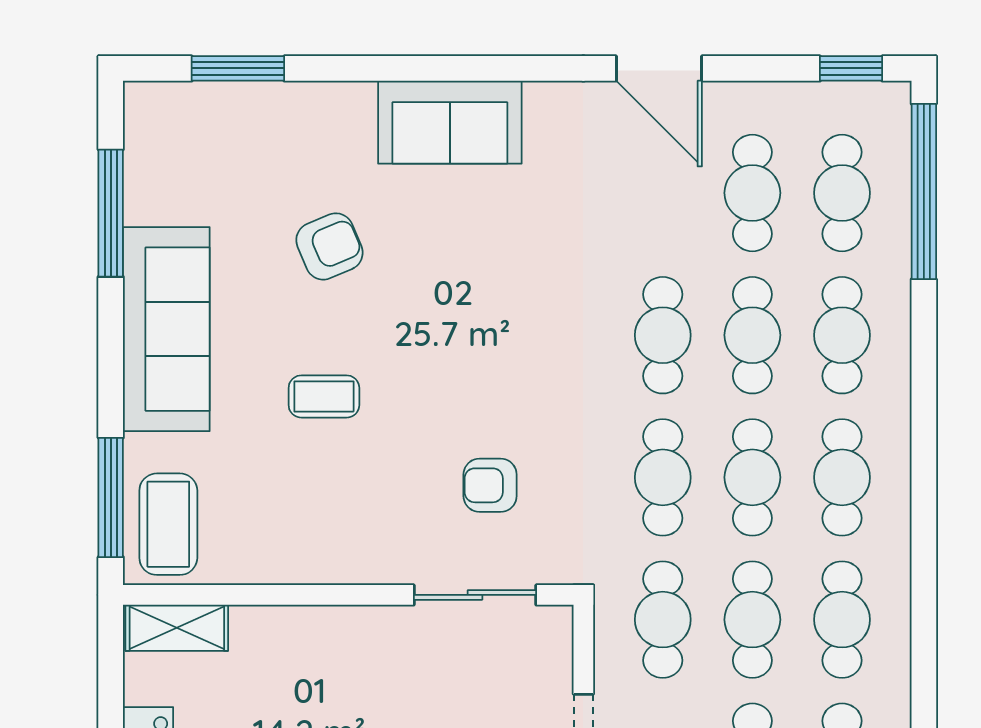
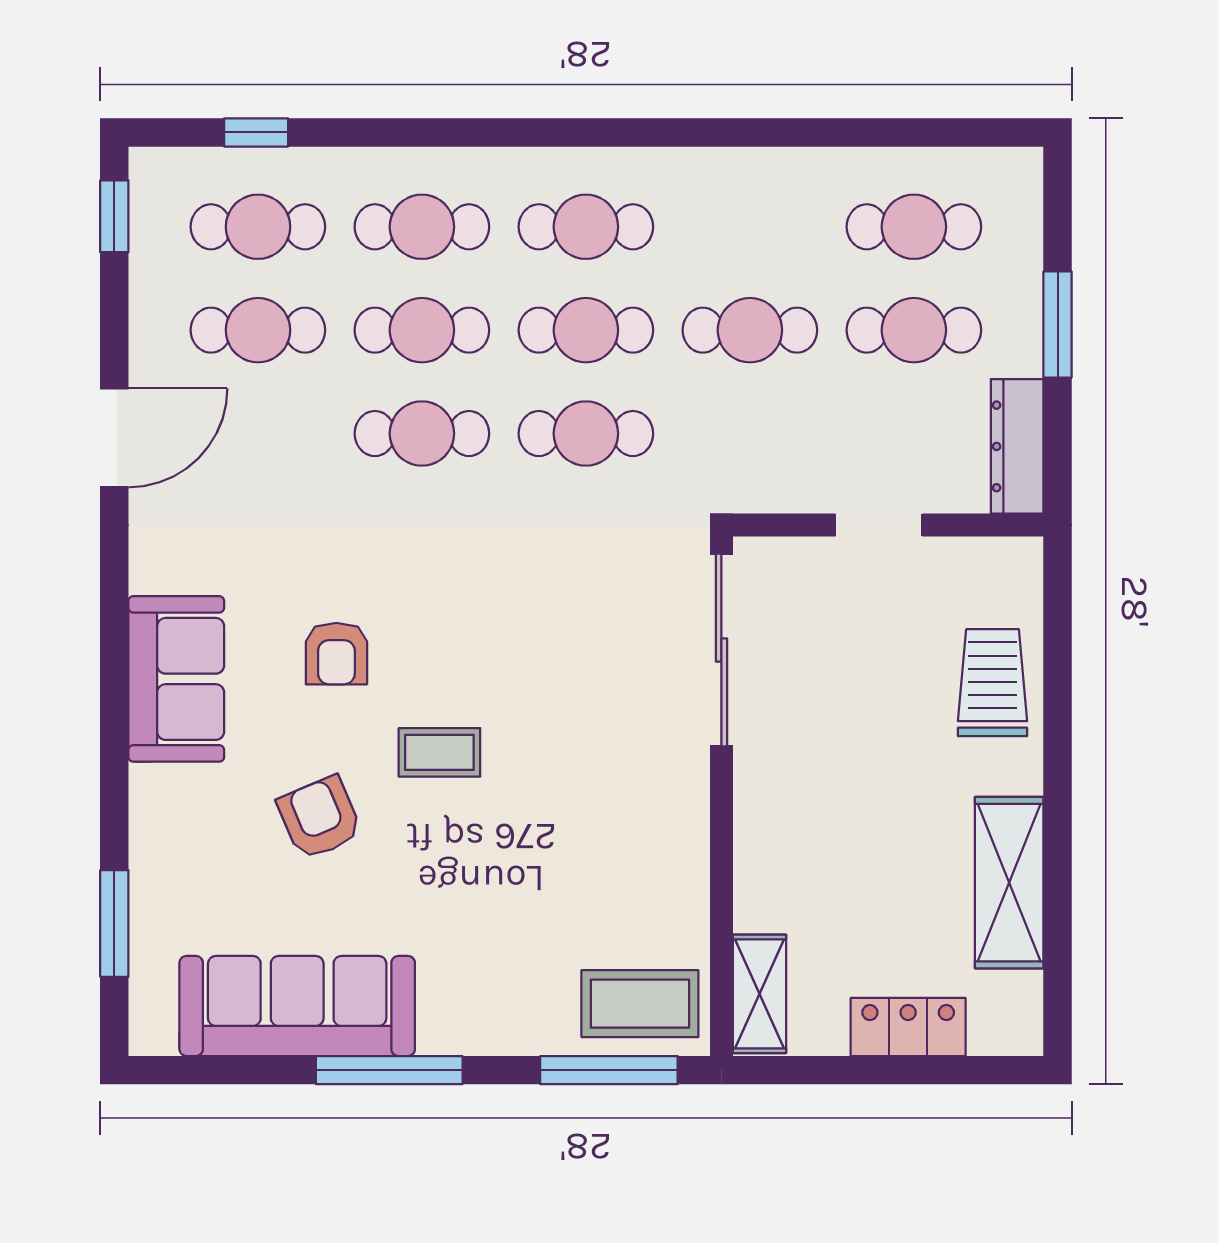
window: (924, 191) -> (256, 132), width x0.32
window: (111, 213) -> (389, 1070), moved
sofa: (166, 329) -> (297, 1006), moved
coffee table: (324, 396) -> (439, 752), moved, turned 90
armchair: (490, 485) -> (336, 654), moved
sliding door: (475, 595) -> (721, 650), width x1.37
cafe table: (663, 620) -> (750, 434), removed
cafe table: (842, 620) -> (750, 227), removed

